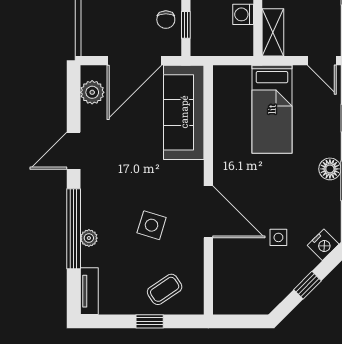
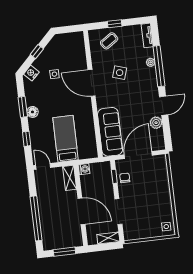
washing machine: (243, 14) -> (84, 169), moved
plant: (92, 92) -> (156, 123), moved

